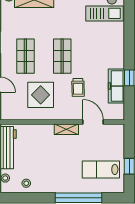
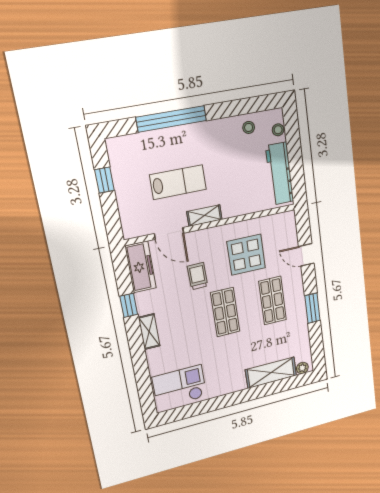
shelving: (119, 55) -> (149, 332), added
freezer: (116, 86) -> (141, 267), moved
lab bench: (101, 169) -> (178, 182), moved

